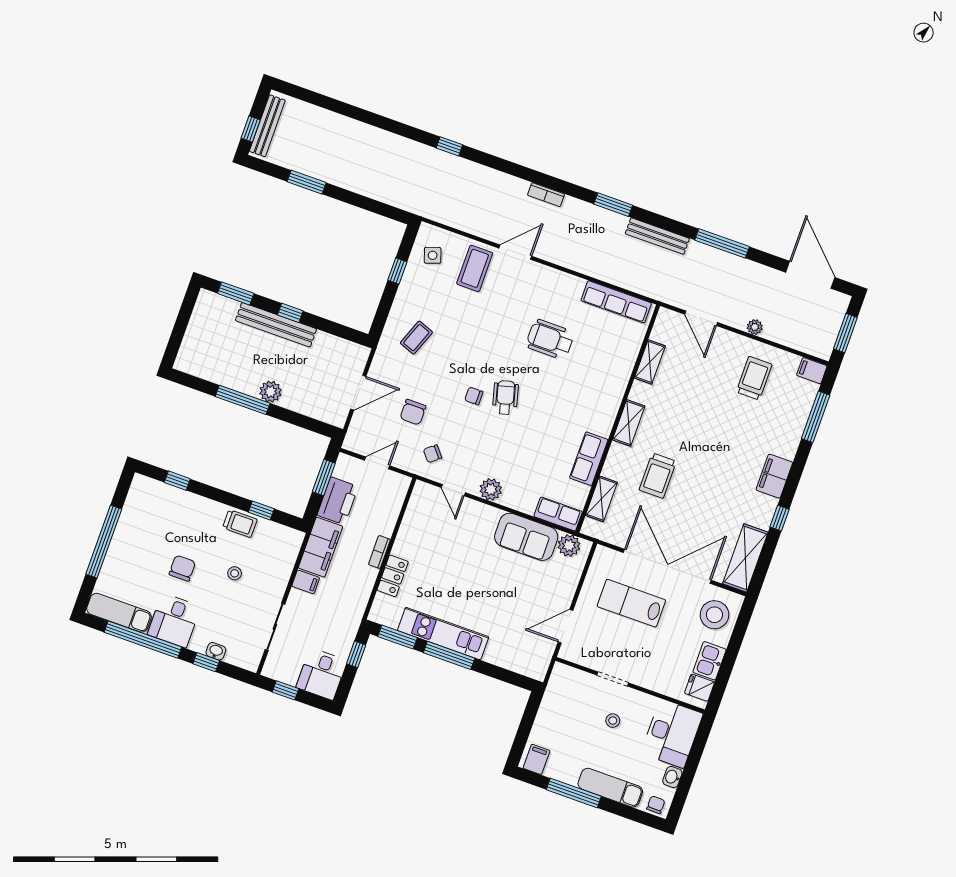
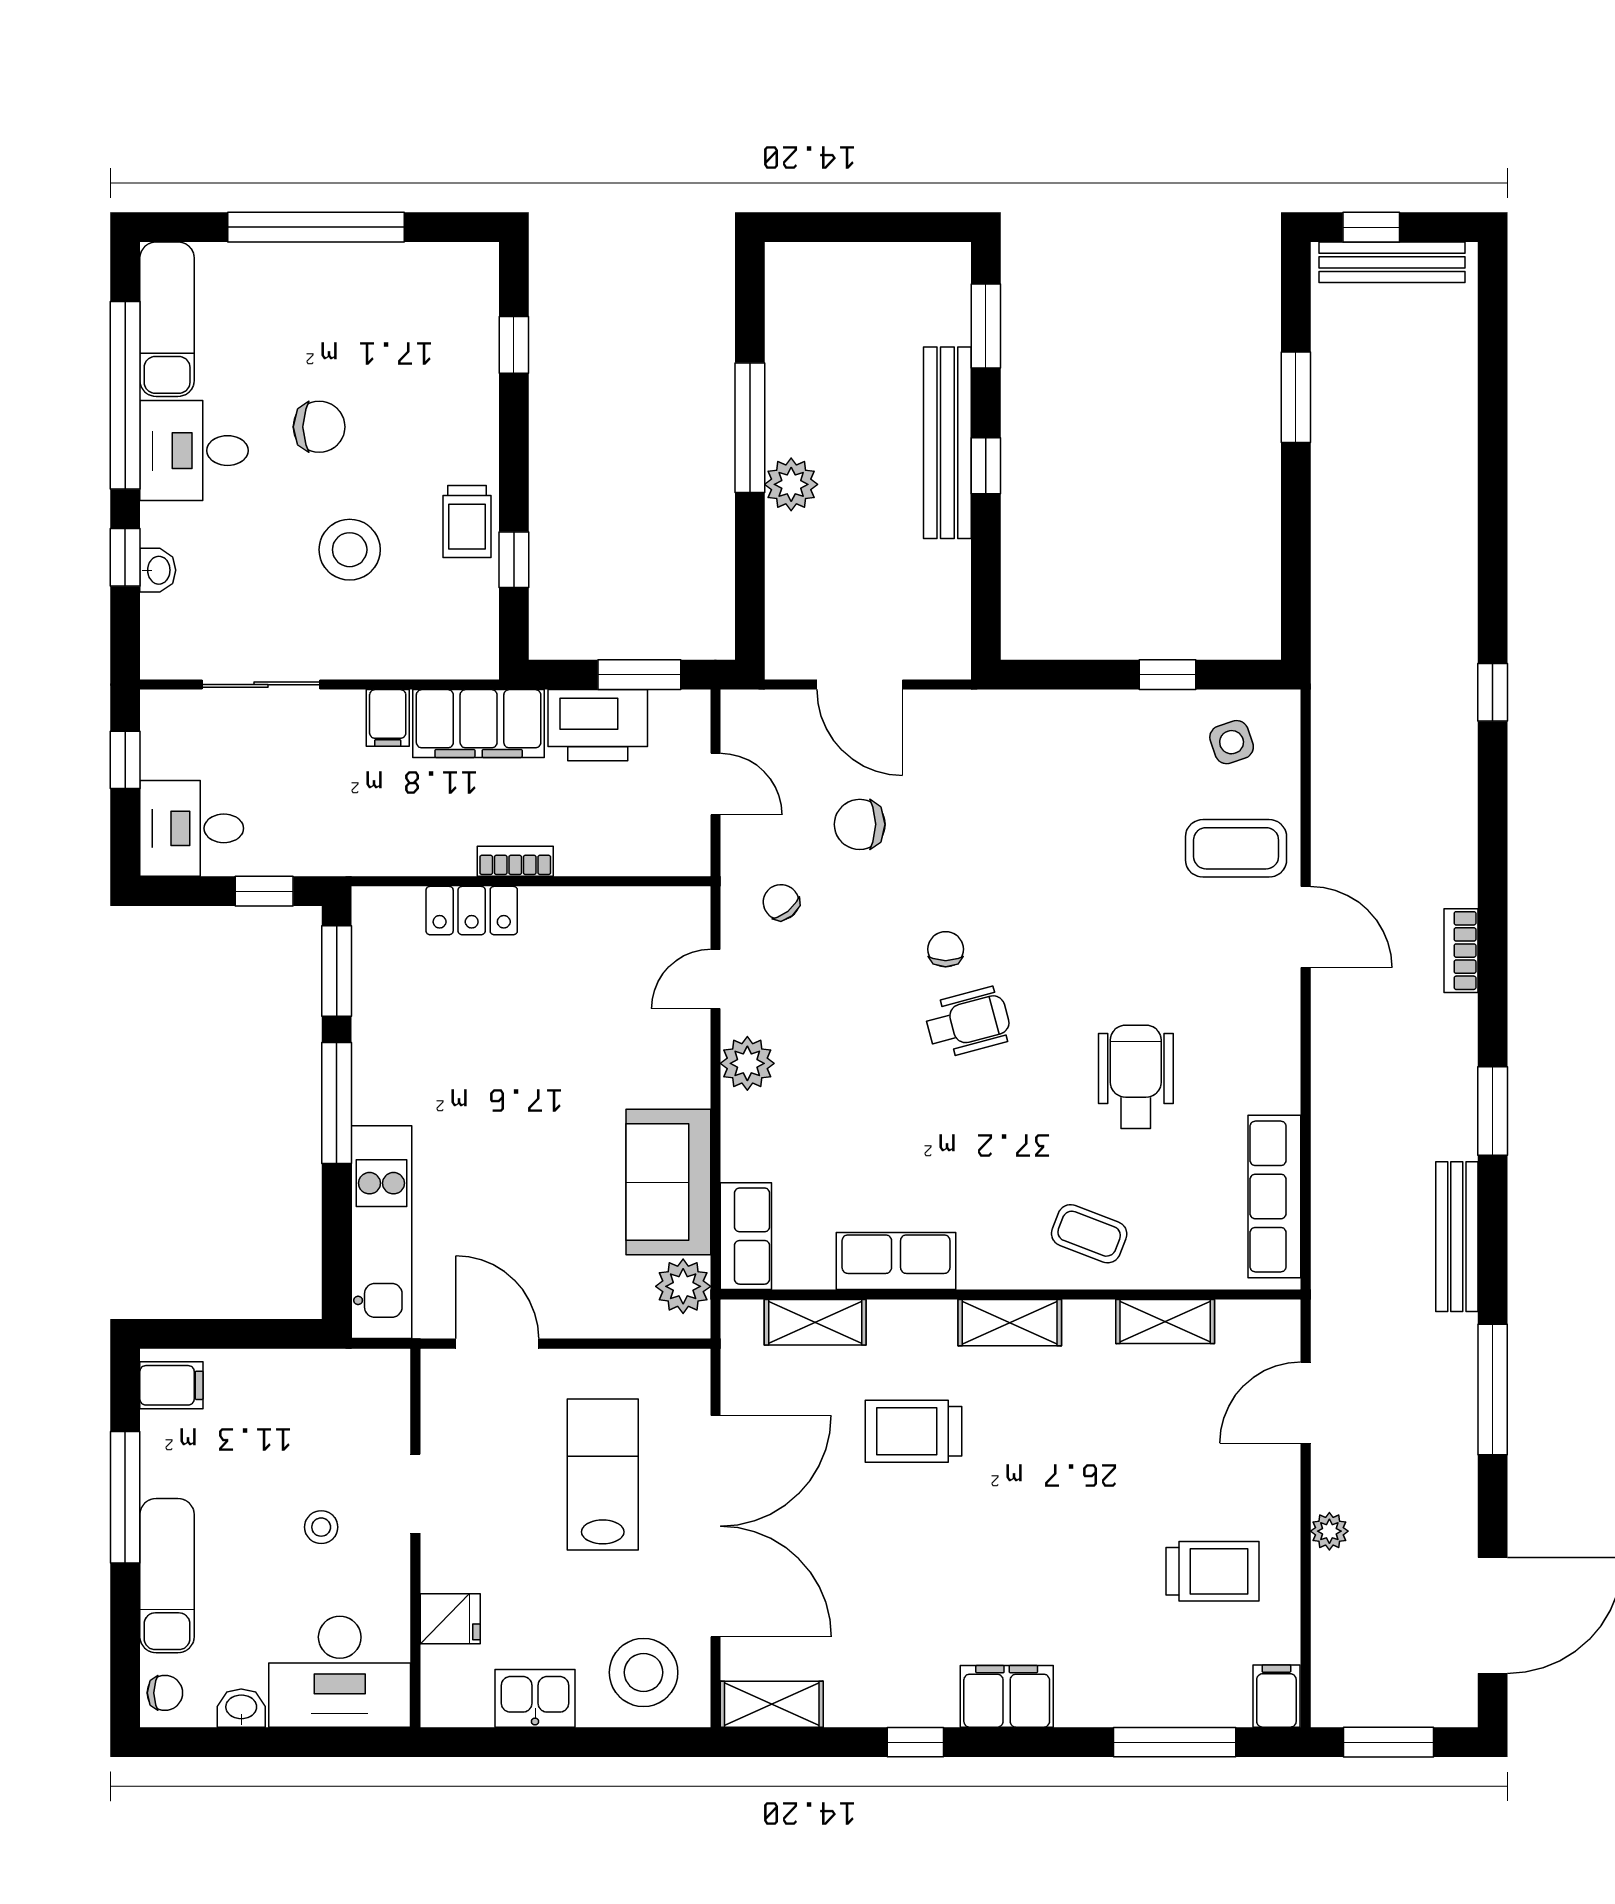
coffee table: (416, 338) -> (1089, 1234), moved
shelving: (745, 558) -> (772, 1704), width x0.67, depth x0.75
stool: (235, 573) -> (350, 550), width x1.89, depth x1.89
kitchen unit: (443, 634) -> (381, 1232), moved
fridge: (700, 688) -> (450, 1619), moved, turned 90

